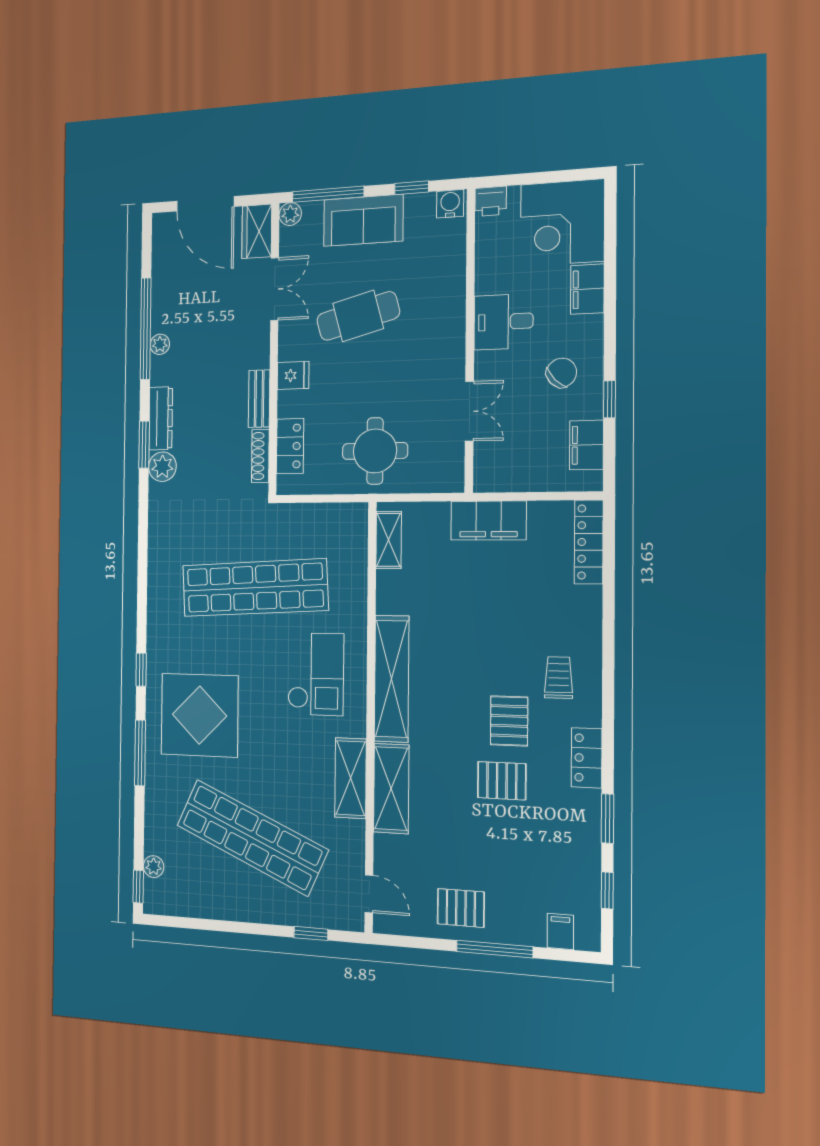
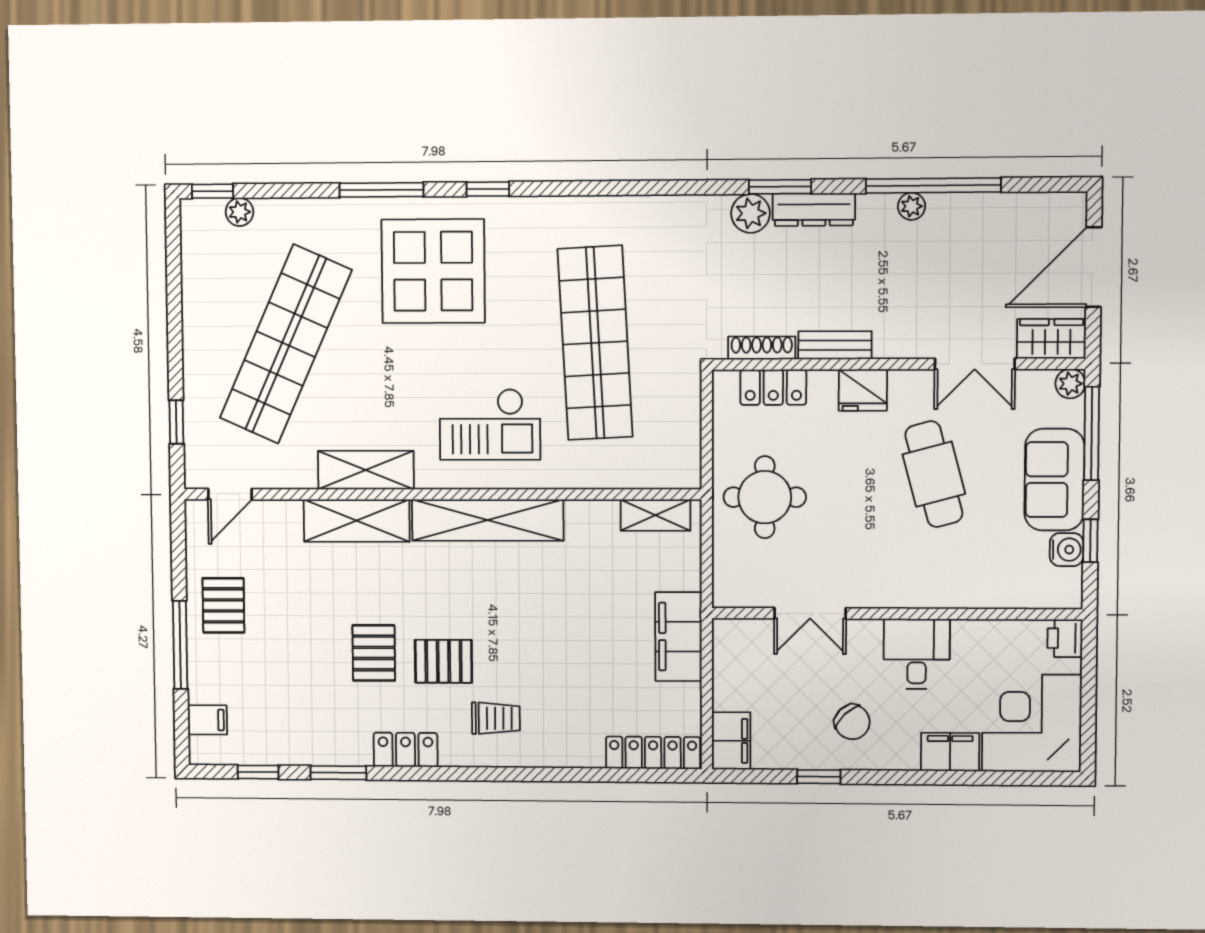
water cooler: (450, 204) -> (1067, 550), moved
fridge: (293, 375) -> (863, 390), width x1.38
filing cabinet: (587, 445) -> (731, 741), moved, turned 90

